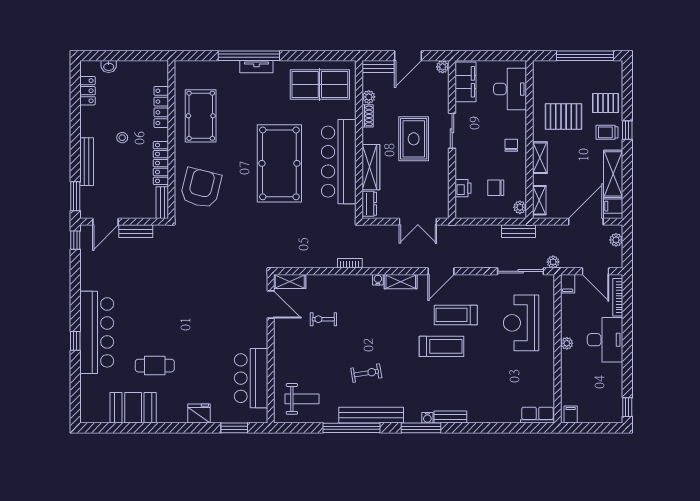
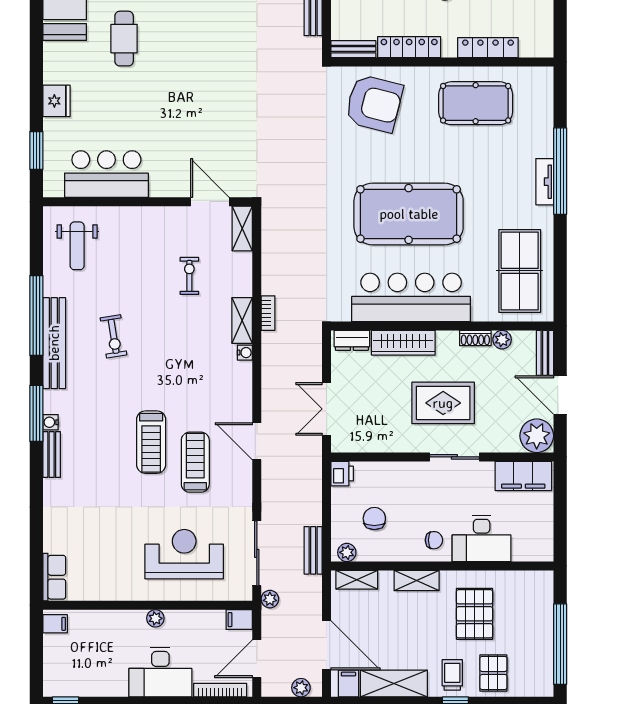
plant: (443, 67) -> (537, 436), width x1.87, depth x1.87
desk: (510, 89) -> (482, 539), moved
printer: (463, 188) -> (342, 474), moved, turned -90
shelving: (401, 282) -> (242, 320), moved
door: (271, 305) -> (210, 202), swing flipped

